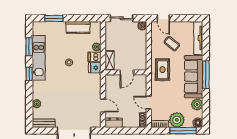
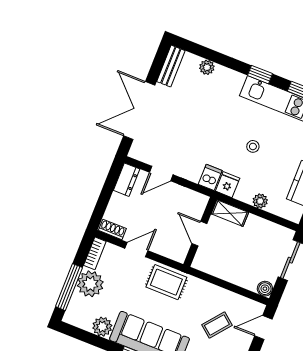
dishwasher: (95, 57) -> (210, 177), moved
rug: (162, 70) -> (166, 282), moved
floor lamp: (198, 123) -> (72, 316), removed

